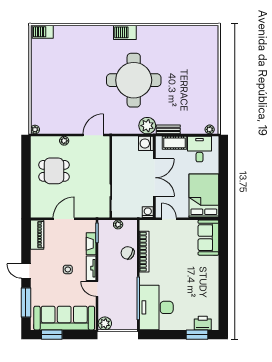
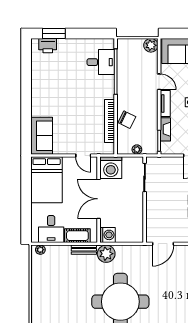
washing machine: (148, 212) -> (111, 168), width x1.89, depth x1.89
desk: (156, 307) -> (101, 62), width x0.53, depth x0.77

